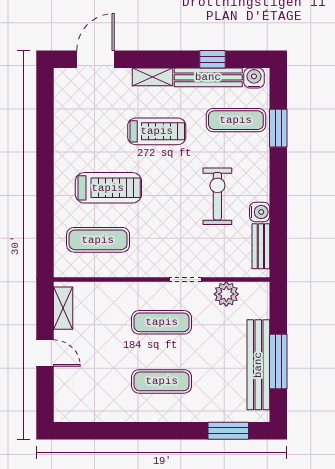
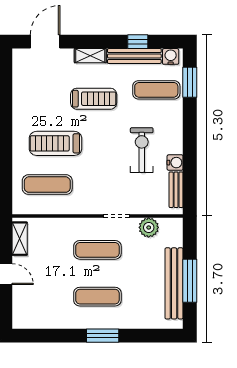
window: (278, 128) -> (190, 82), moved
treadmill: (108, 188) -> (55, 143), turned 180
window: (228, 431) -> (103, 336), moved

